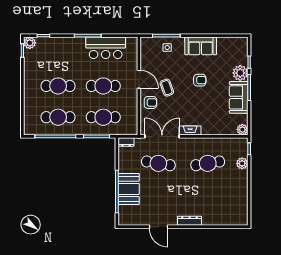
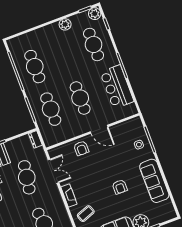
sofa: (201, 46) -> (154, 181), width x1.36
plant: (29, 74) -> (65, 24), added
door: (139, 79) -> (99, 129), hinge flipped
cafe table: (58, 86) -> (94, 44), moved
coffee table: (167, 88) -> (86, 214), moved
double door: (162, 136) -> (53, 171), width x0.73

